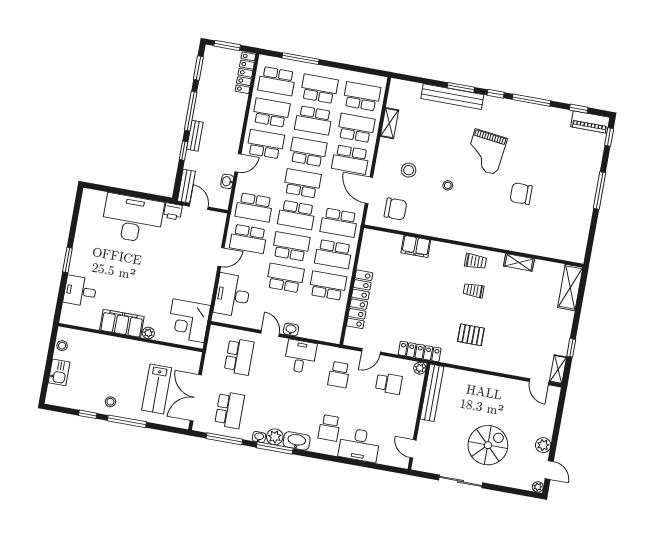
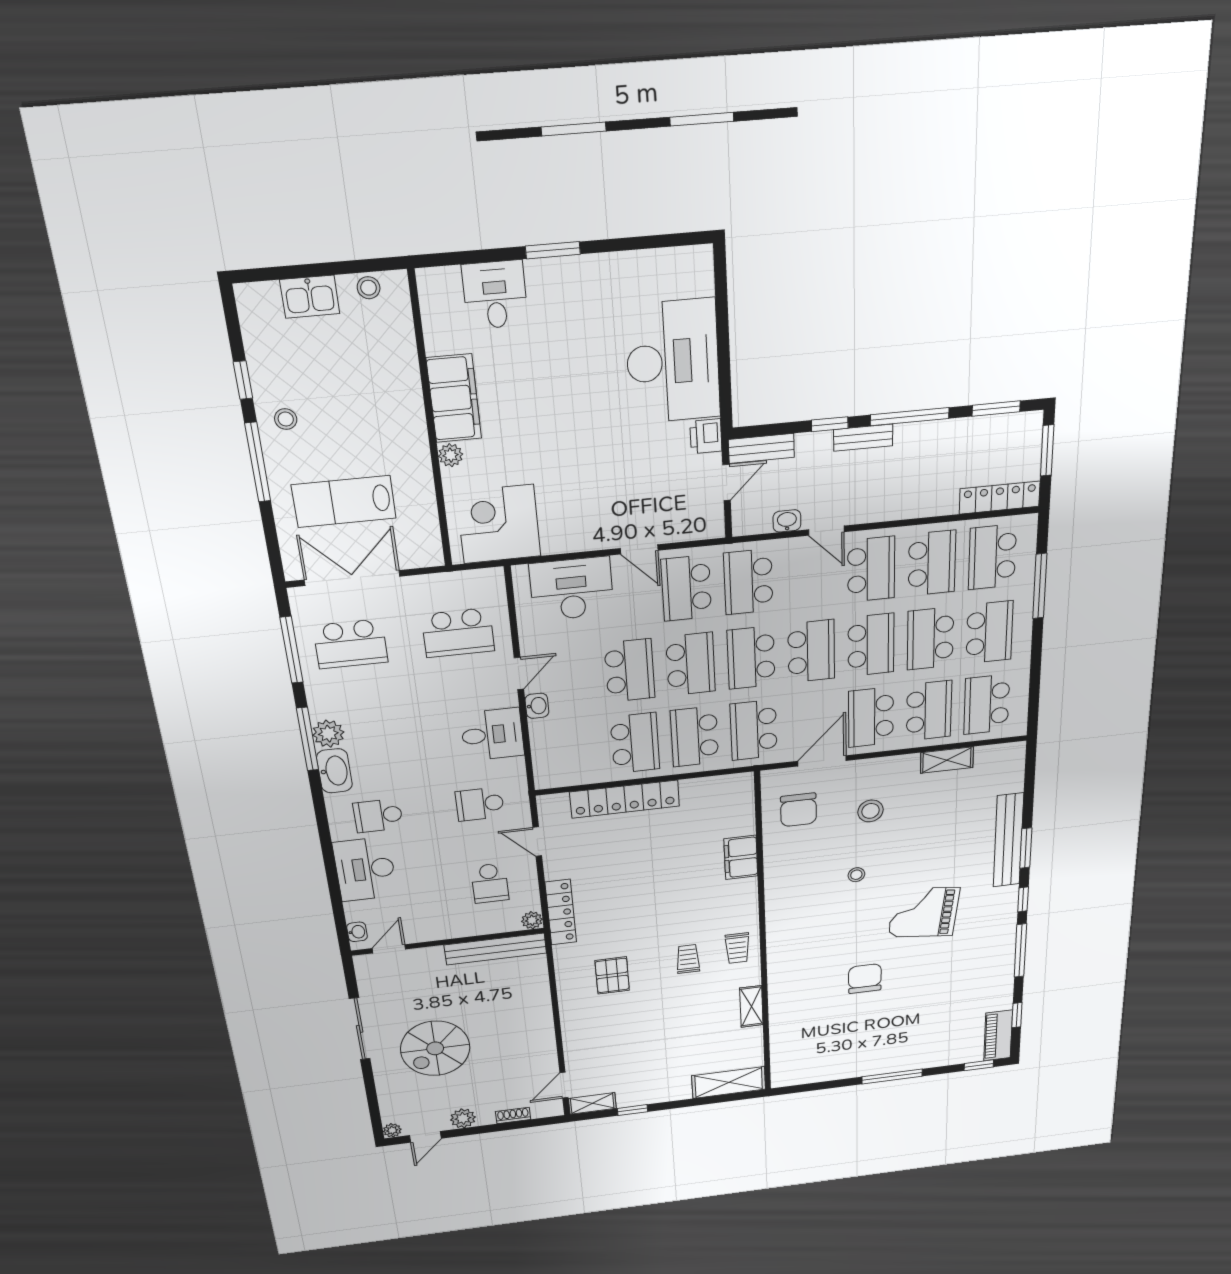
school desk: (362, 96) -> (987, 704), turned 180
shoe rack: (551, 416) -> (513, 1115), added
washbasin: (259, 437) -> (357, 932), moved
spiral stairs: (488, 445) -> (435, 1048), turned 90

